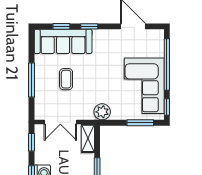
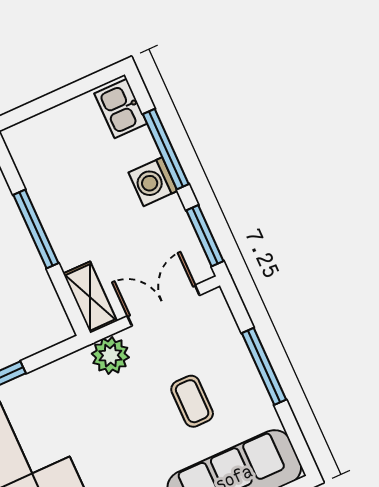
plant: (102, 112) -> (110, 355), moved
window: (31, 142) -> (205, 236), width x1.50

